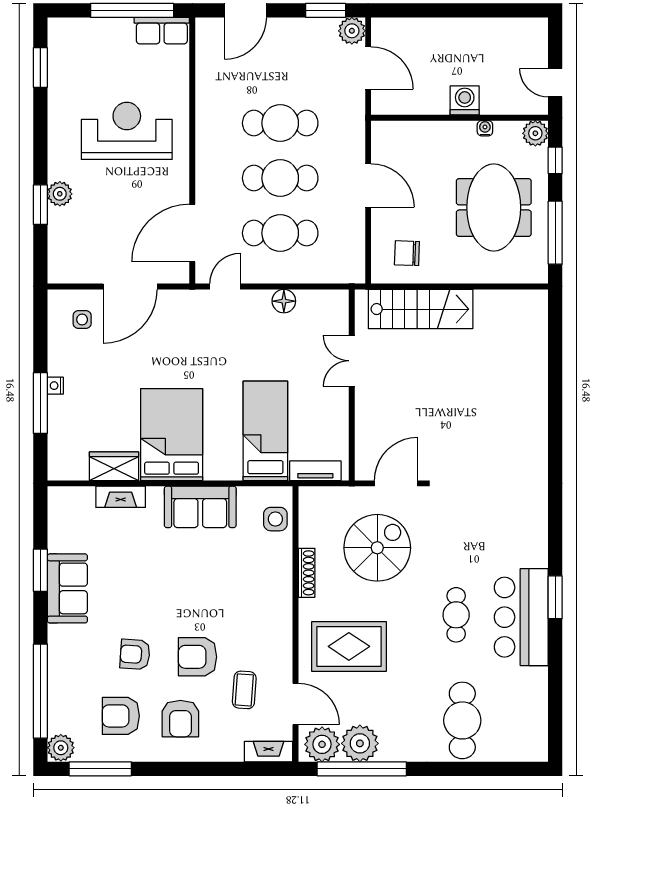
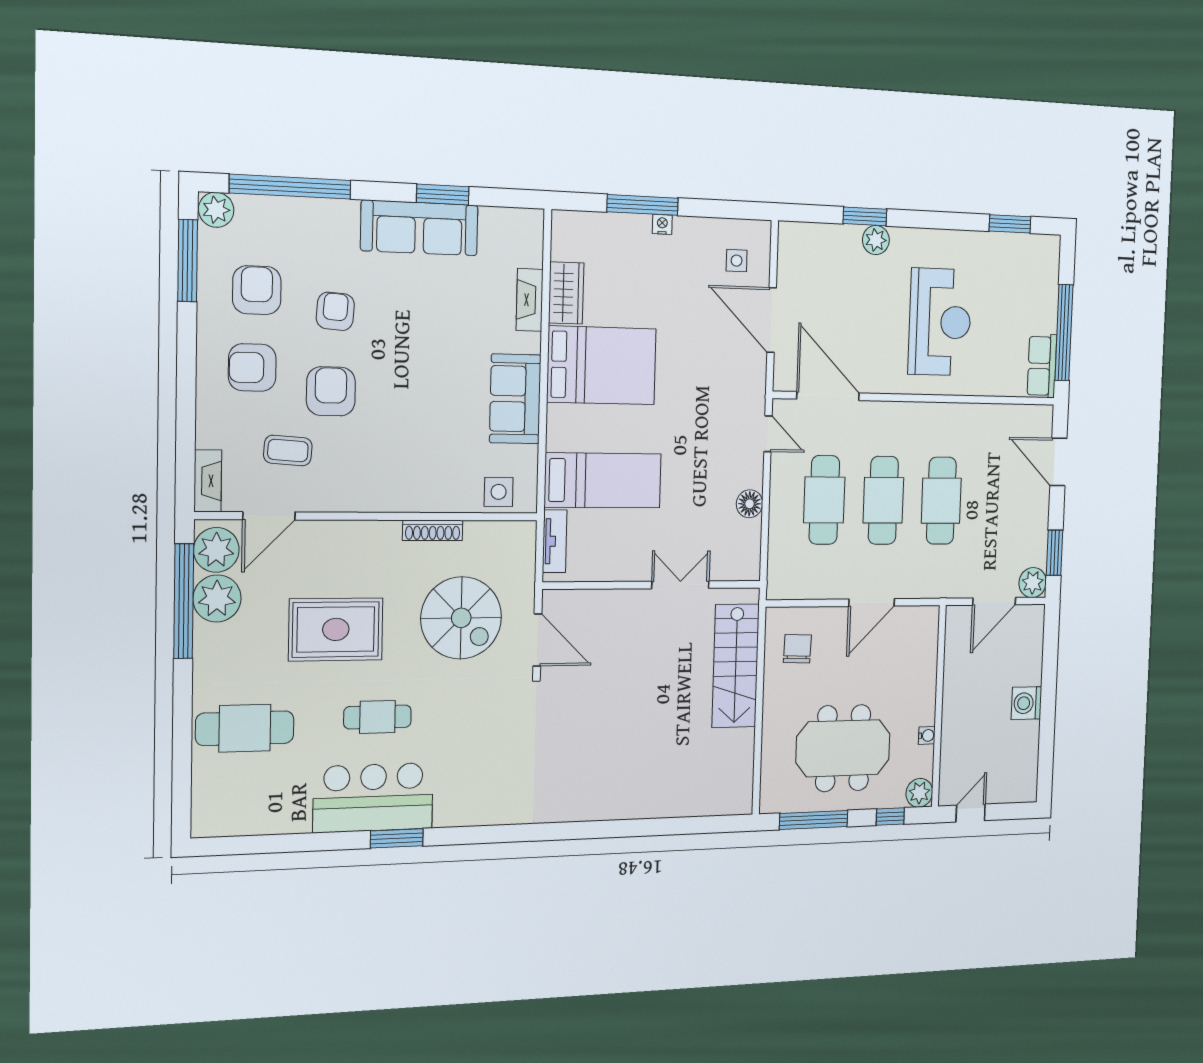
washing machine: (465, 100) -> (1027, 703), moved, turned 180
sofa: (67, 588) -> (420, 228), width x1.36
rug: (349, 646) -> (336, 629), moved, turned 90

